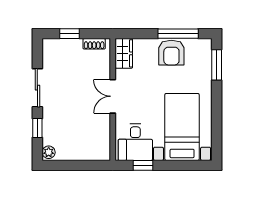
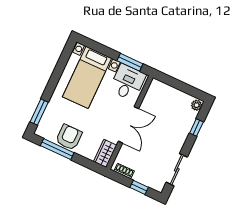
sliding door: (37, 88) -> (177, 170), moved
double door: (113, 96) -> (128, 125), width x1.37
window: (143, 165) -> (130, 62), width x1.50

